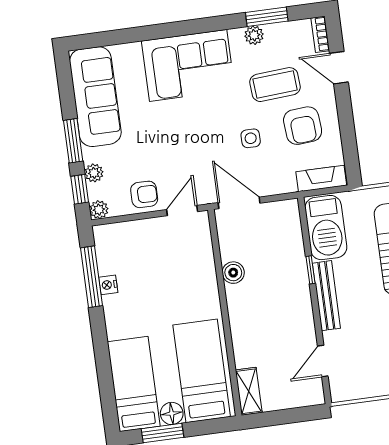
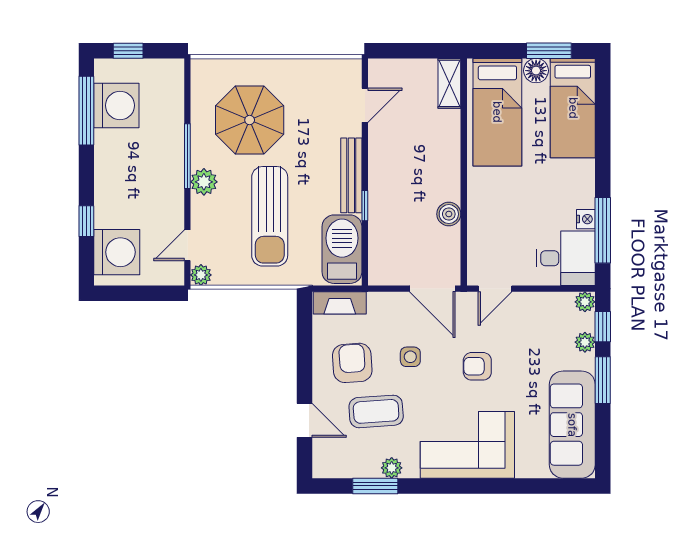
bookcase: (320, 34) -> (320, 459), removed
armchair: (144, 194) -> (477, 366), moved
desk: (122, 247) -> (566, 258), added

